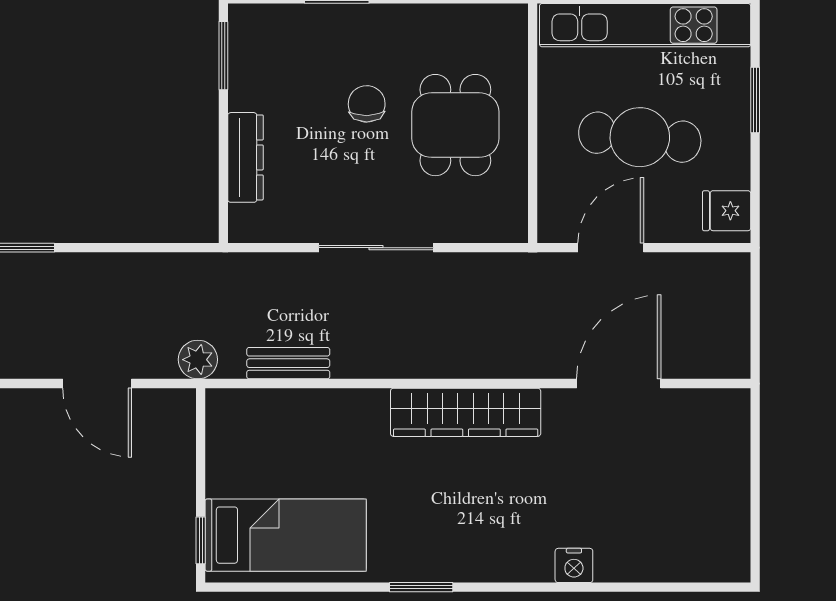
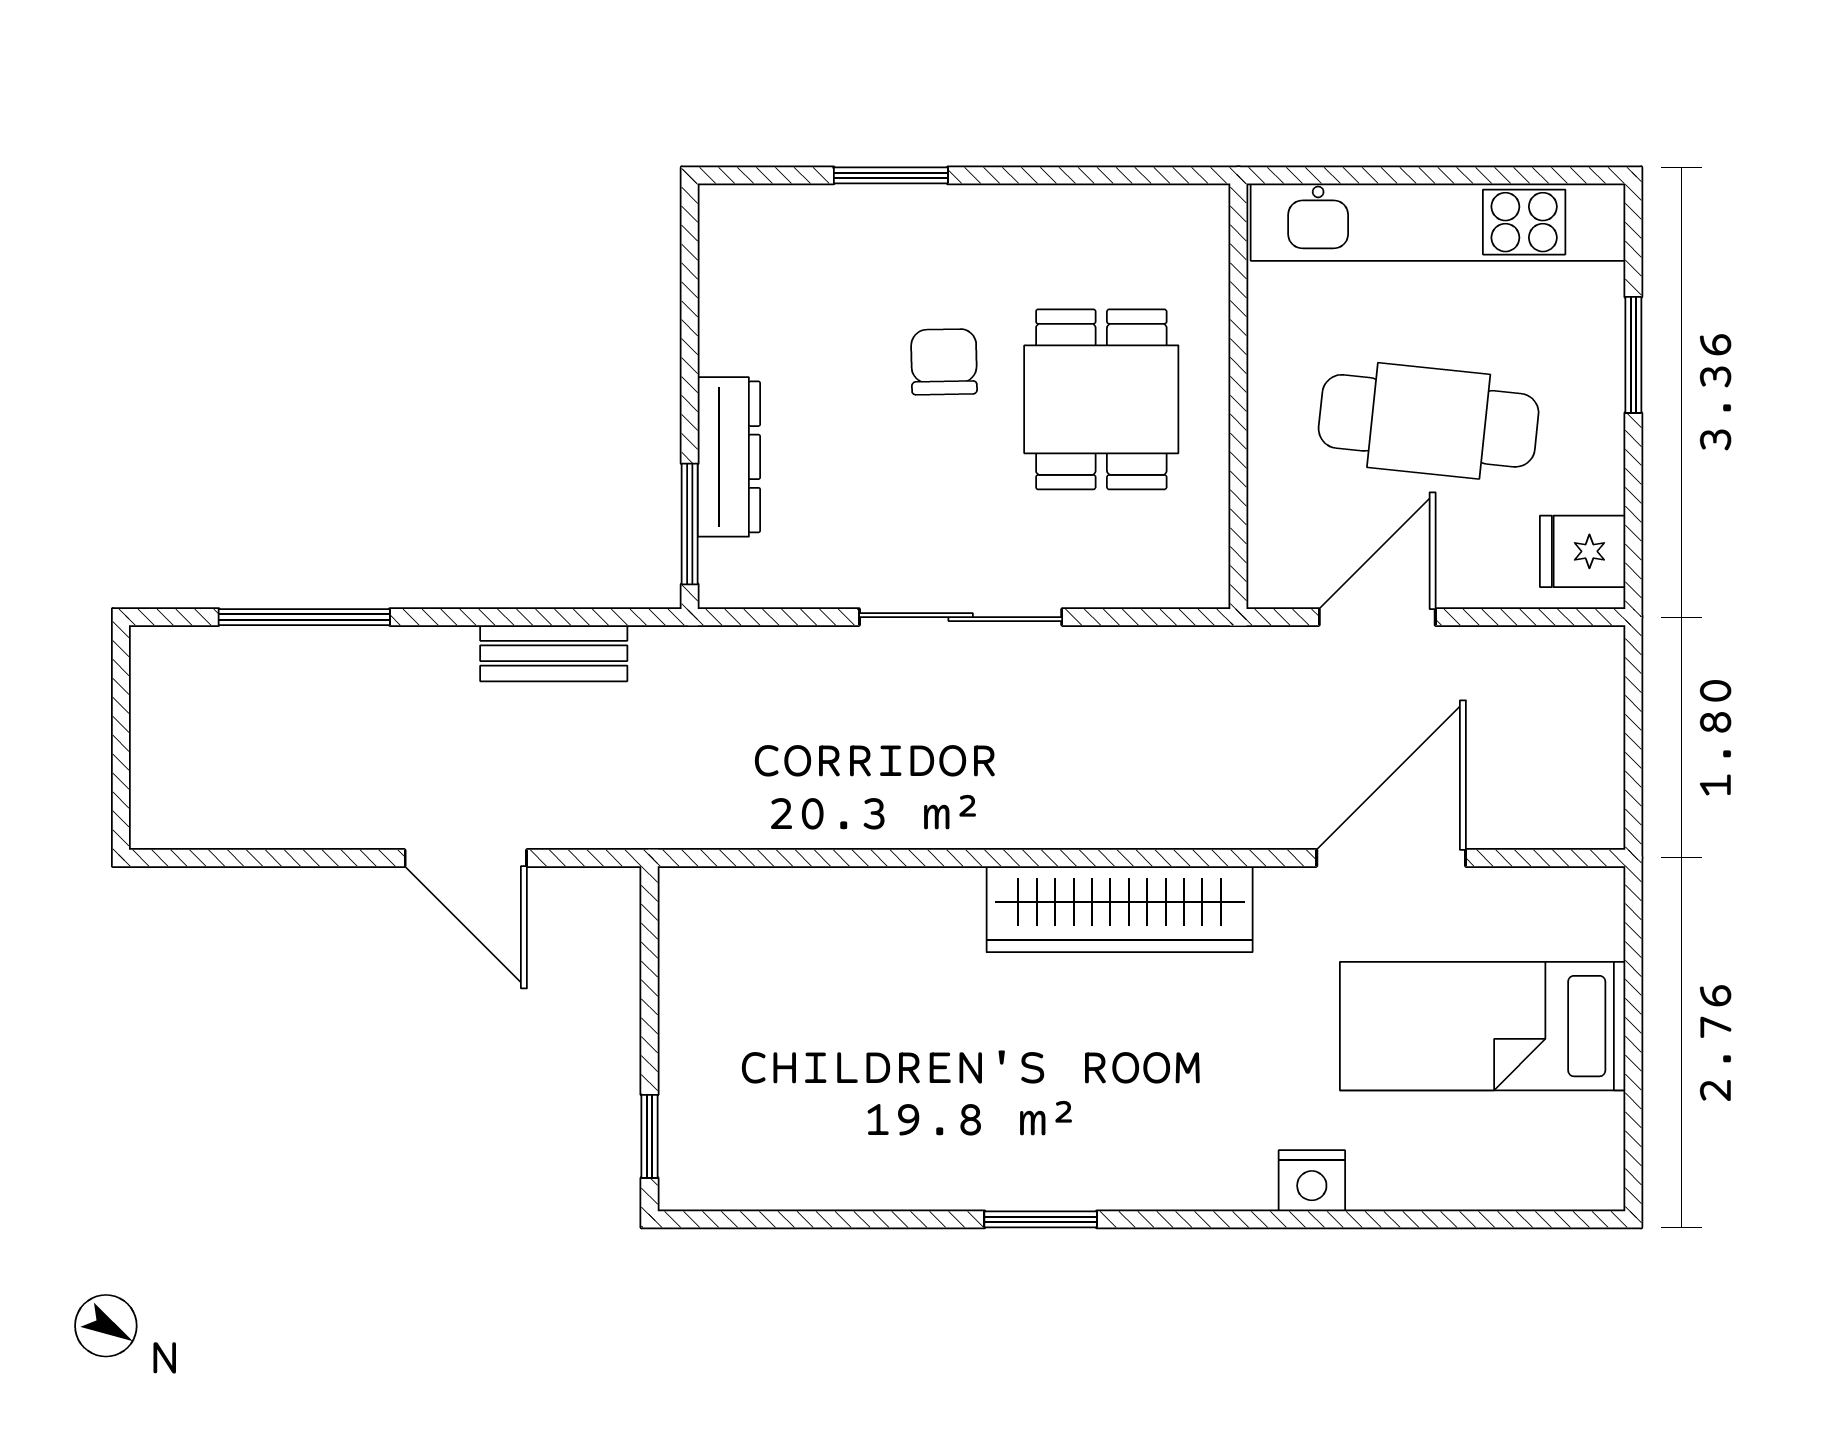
window: (223, 56) -> (690, 524), moved
plant: (198, 360) -> (645, 815), removed
bench: (288, 363) -> (554, 653), moved
bed: (286, 535) -> (1483, 1026), moved, turned 180

